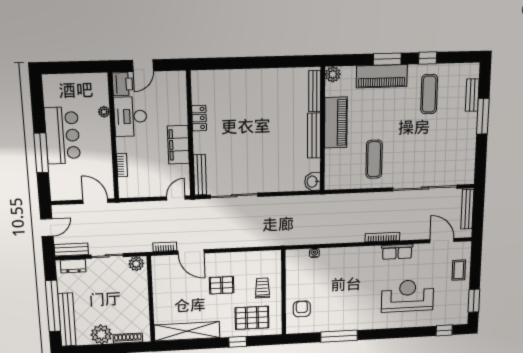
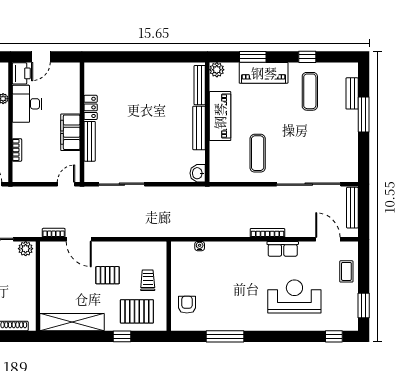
window: (387, 59) -> (253, 57), moved
bench: (200, 175) -> (90, 141), moved

